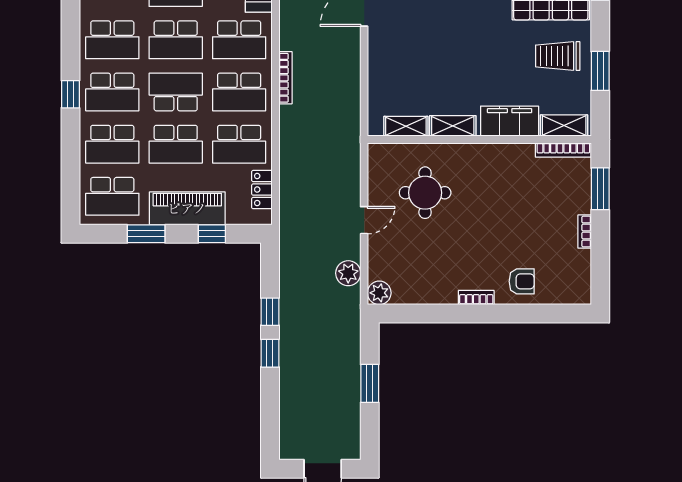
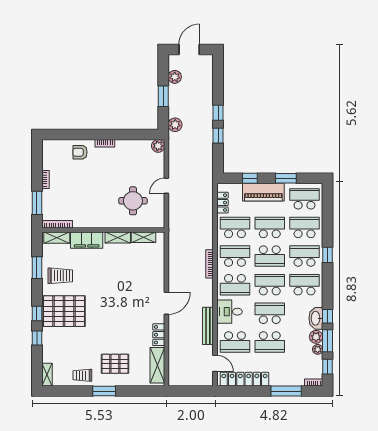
school desk: (239, 40) -> (235, 285), turned 180
plant: (348, 273) -> (175, 125), moved
plant: (349, 419) -> (175, 77), added

